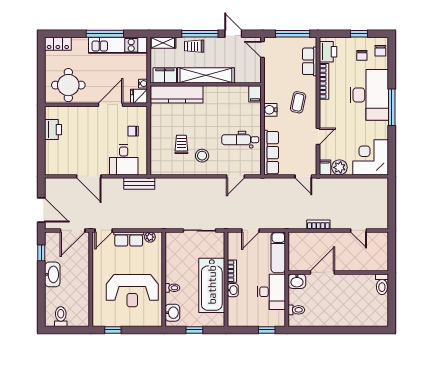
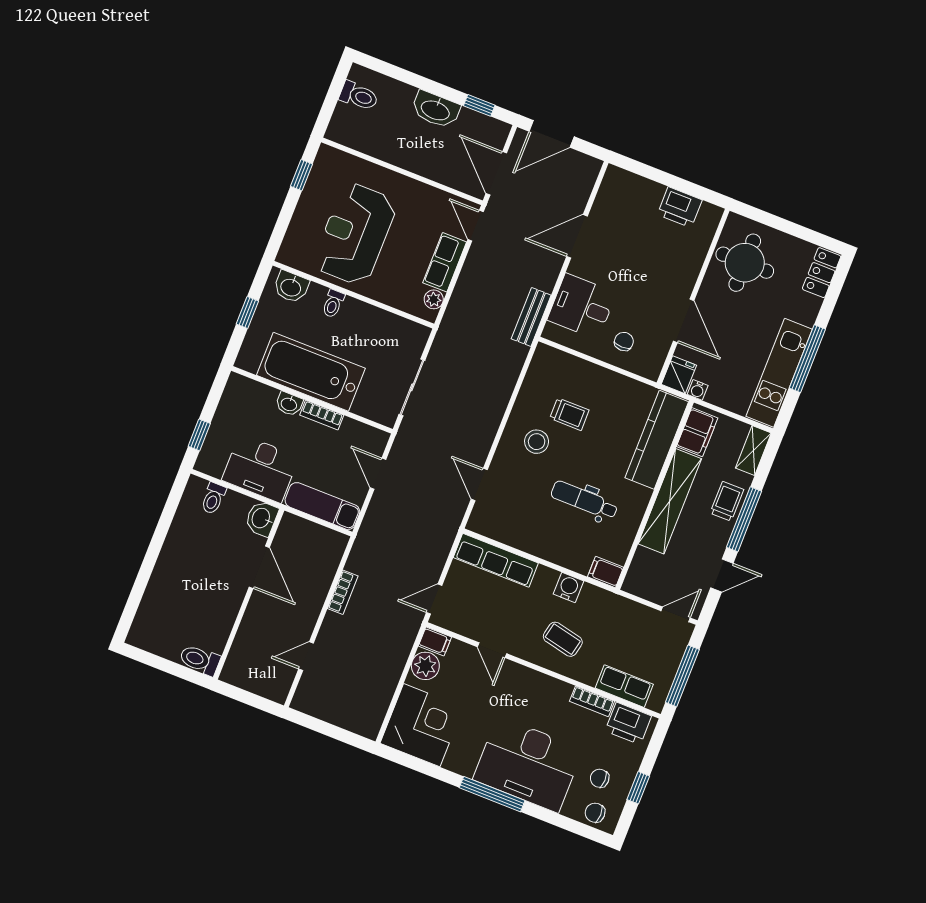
bookcase: (324, 81) -> (592, 701), width x0.64
dental chair: (240, 140) -> (584, 500), moved, turned -90

